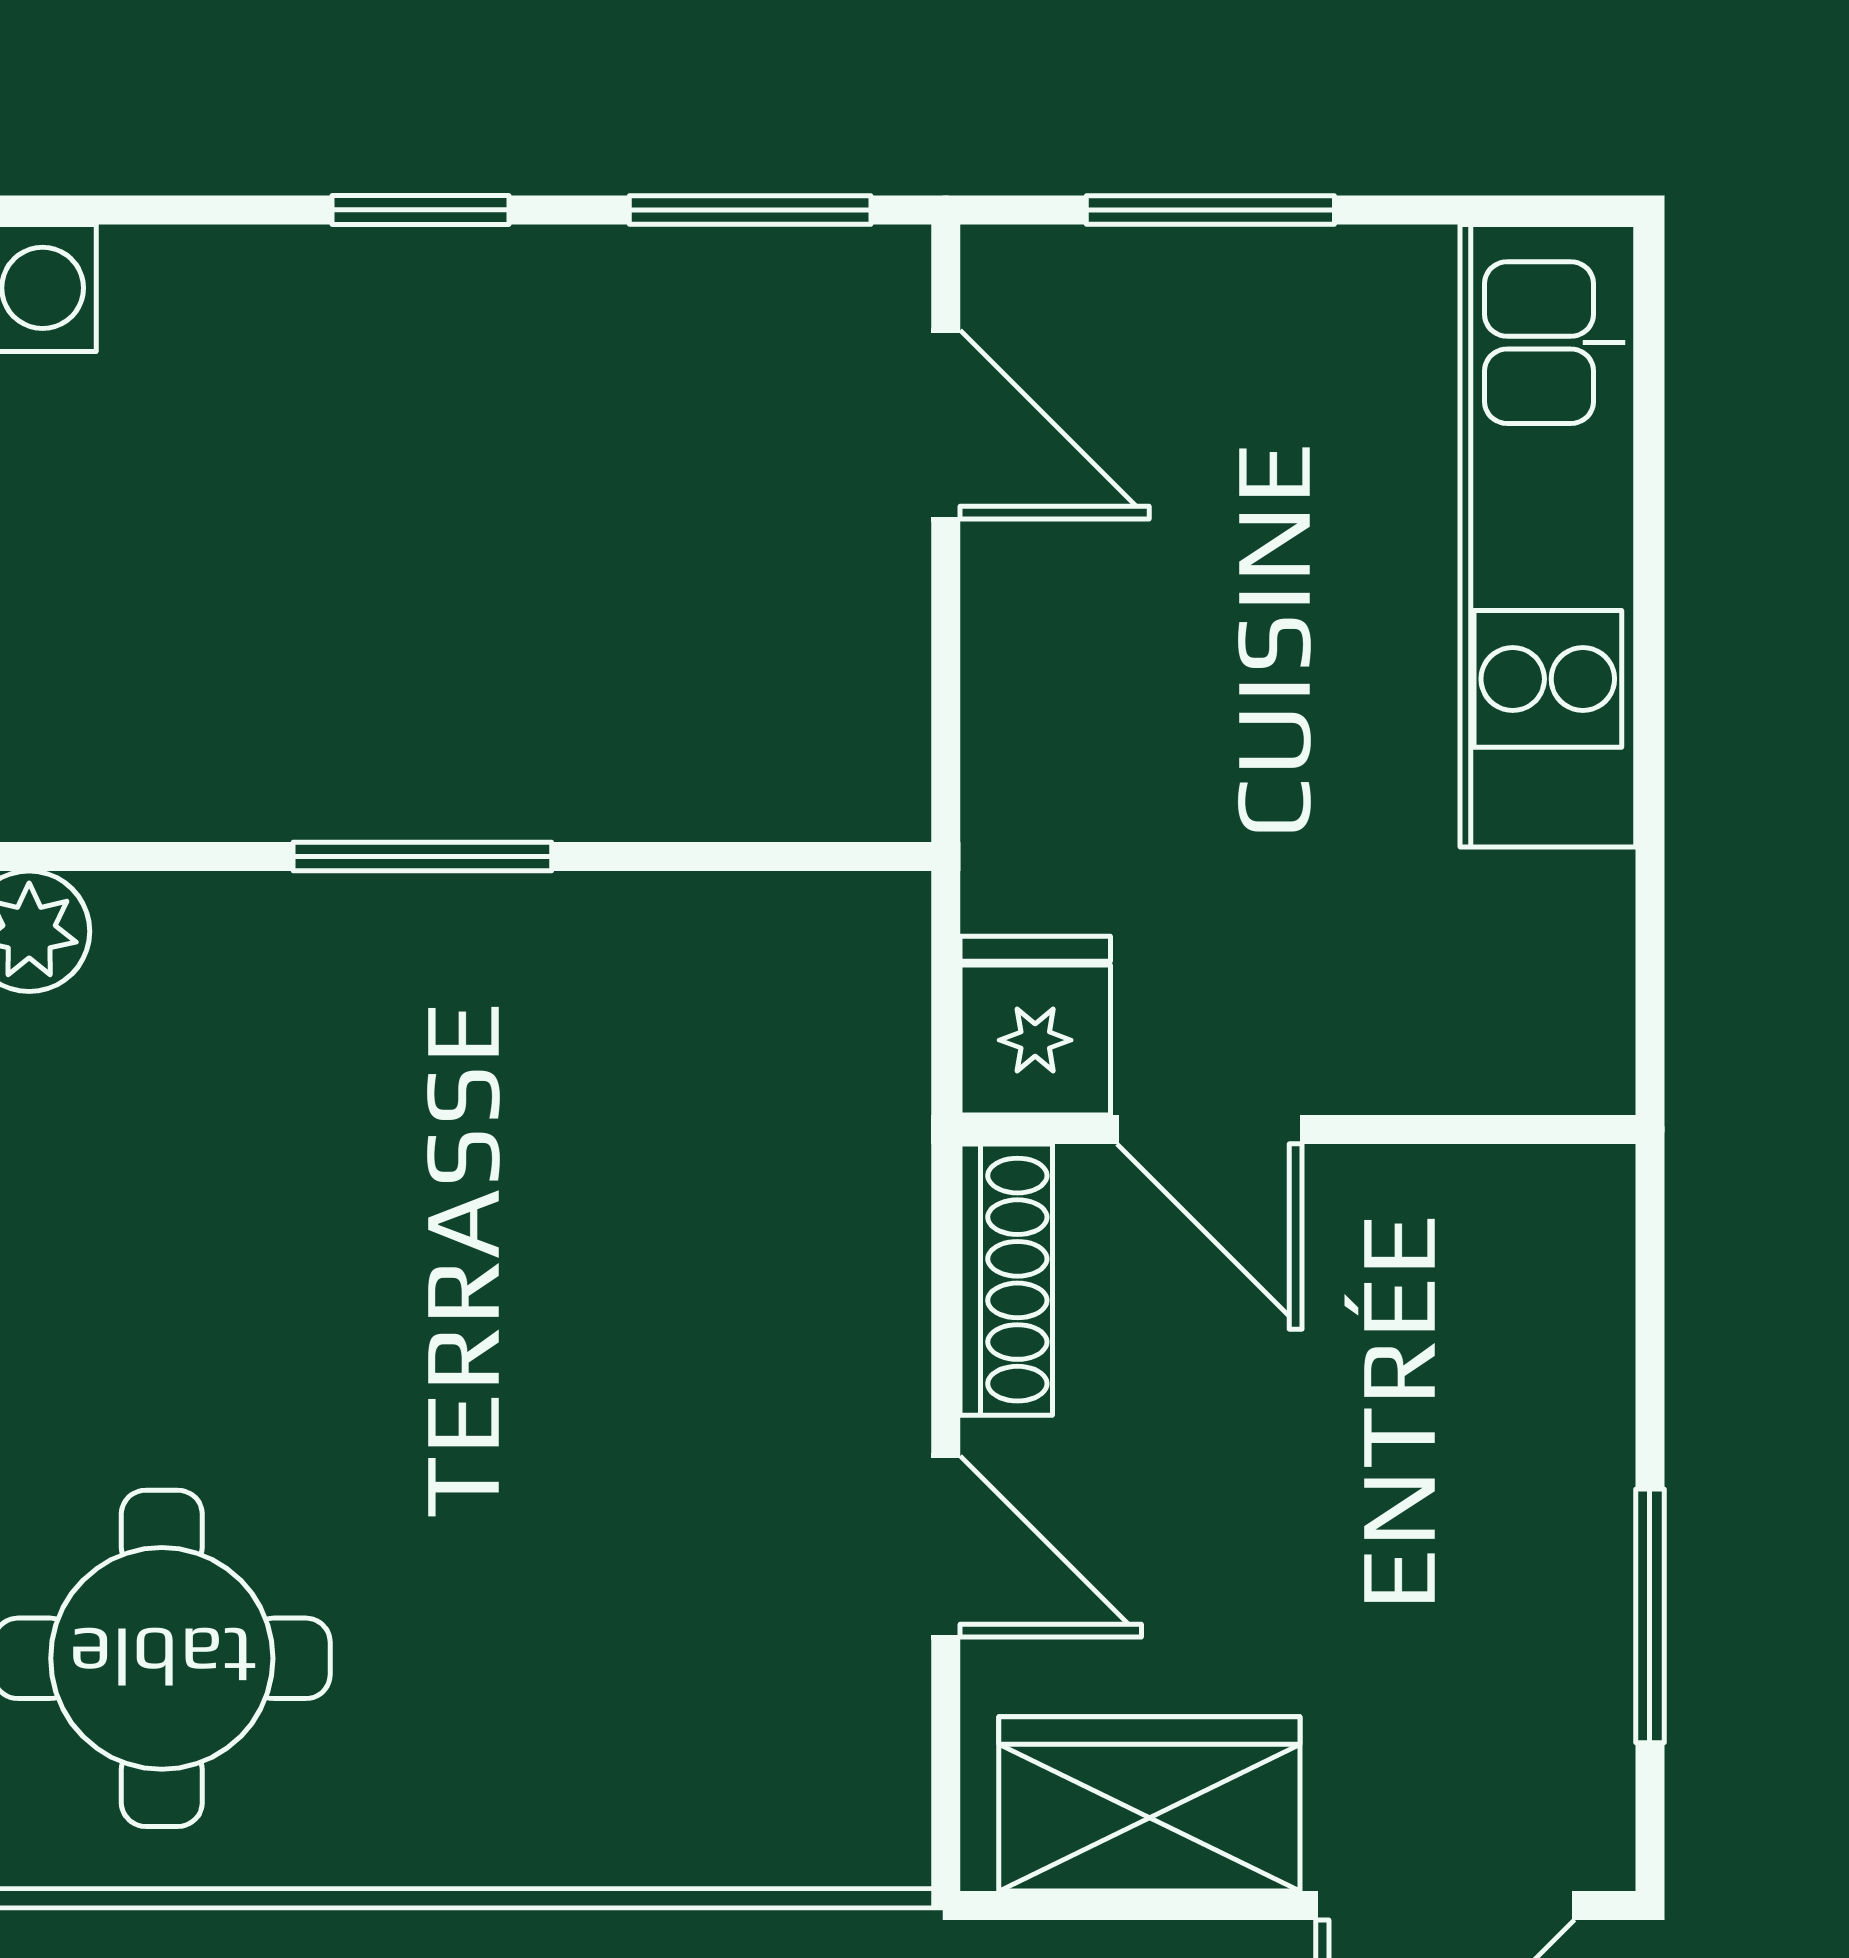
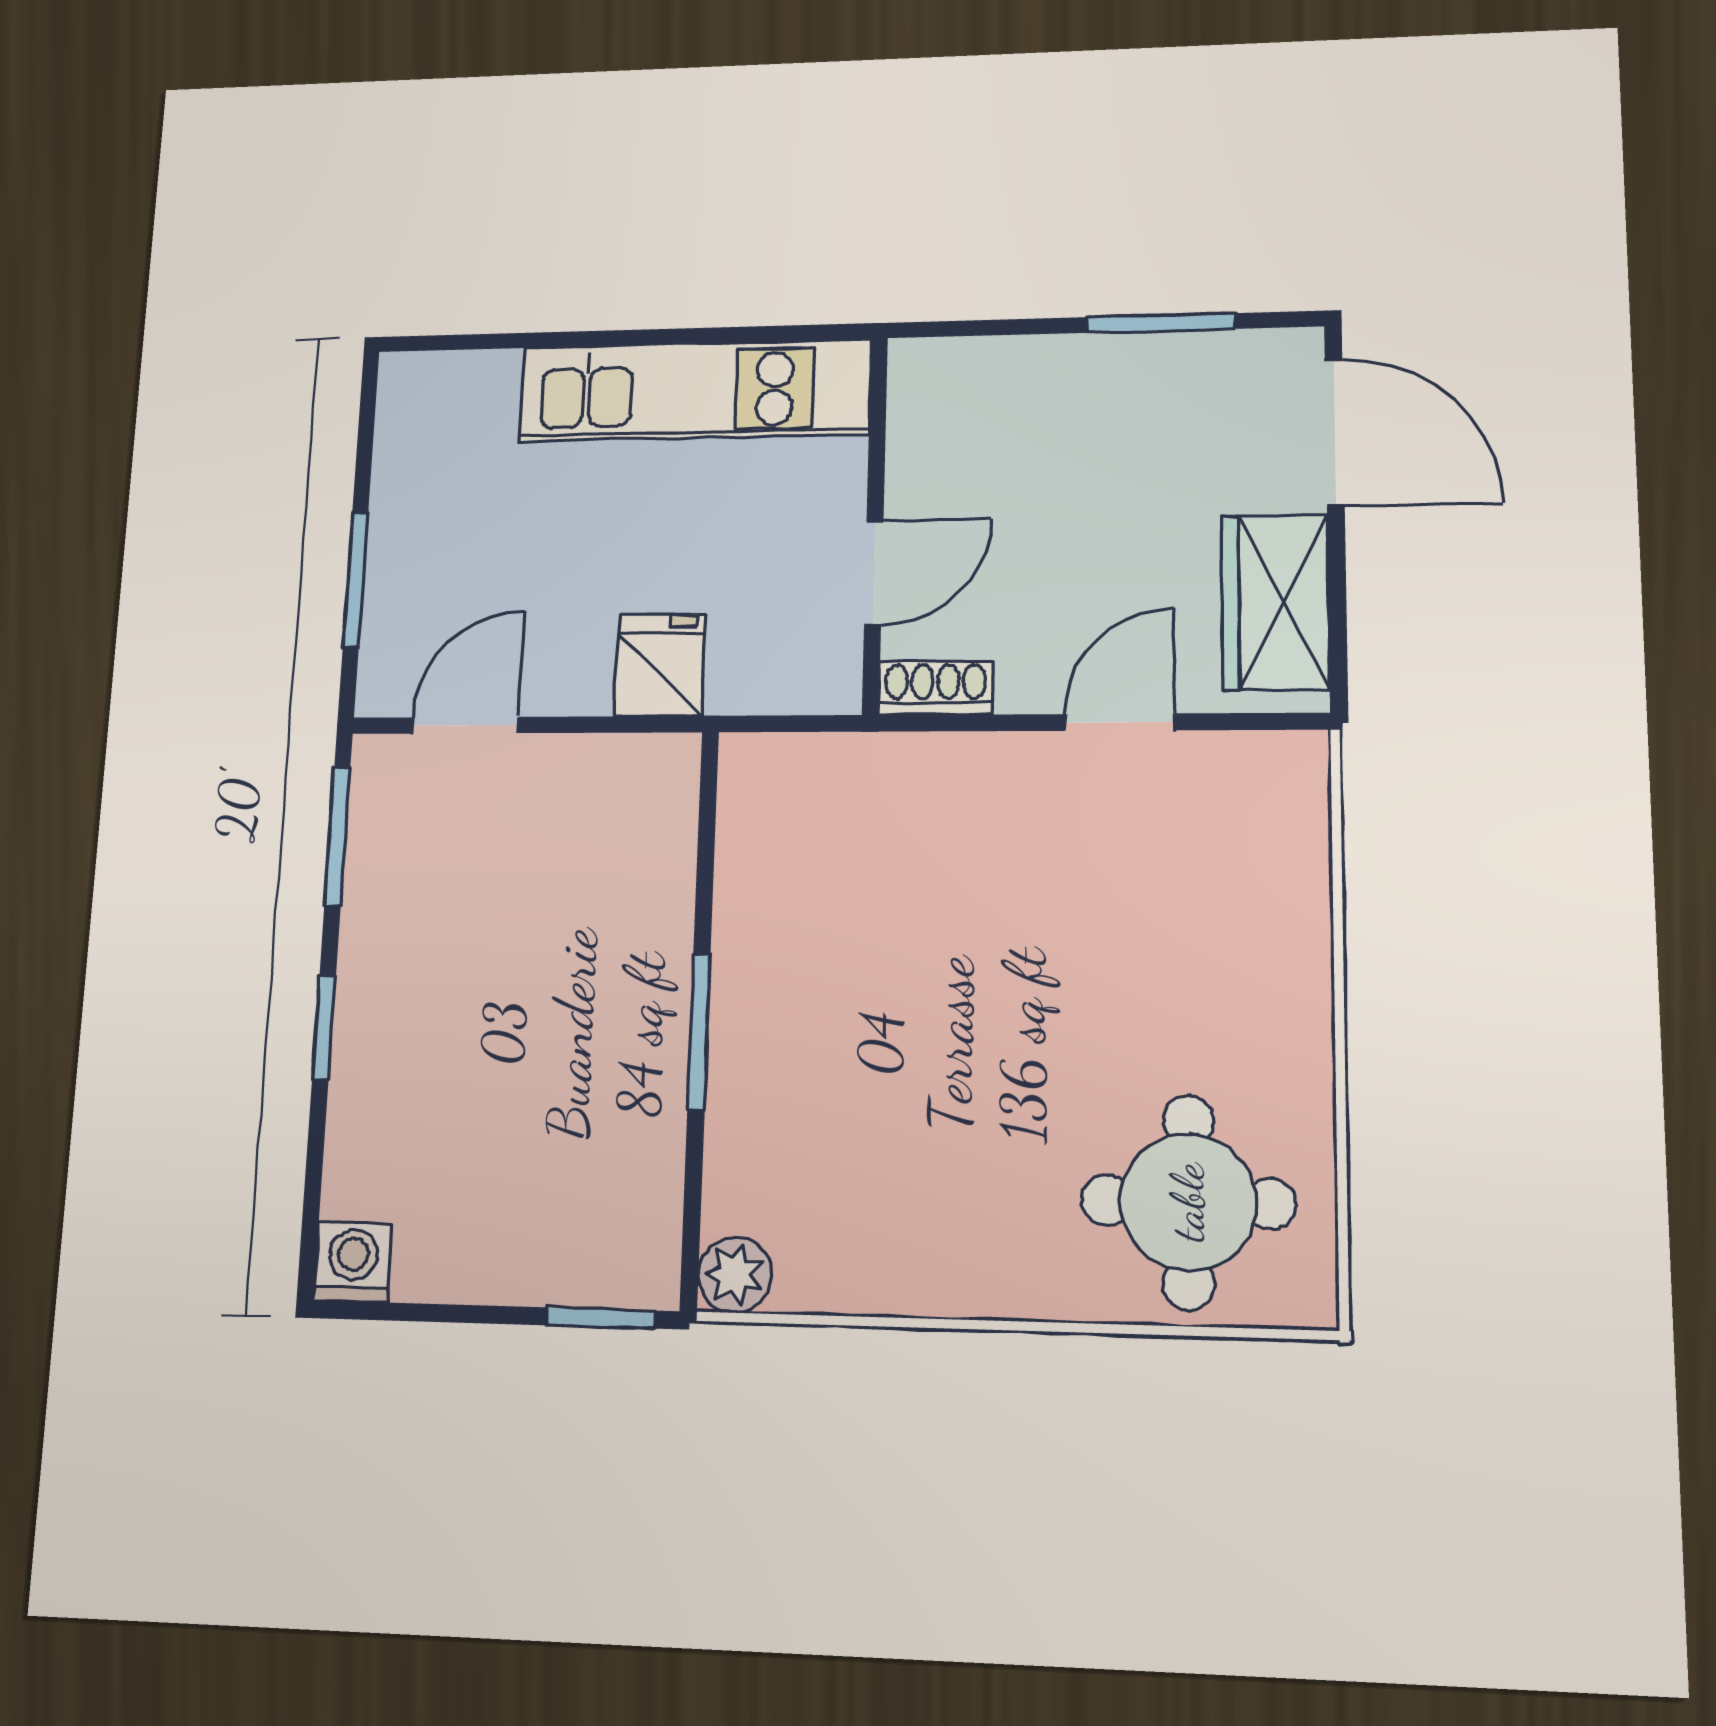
kitchen unit: (1548, 536) -> (694, 390), moved
fridge: (1035, 1026) -> (660, 665), moved, turned 90
shoe rack: (1006, 1280) -> (935, 688), width x0.70

